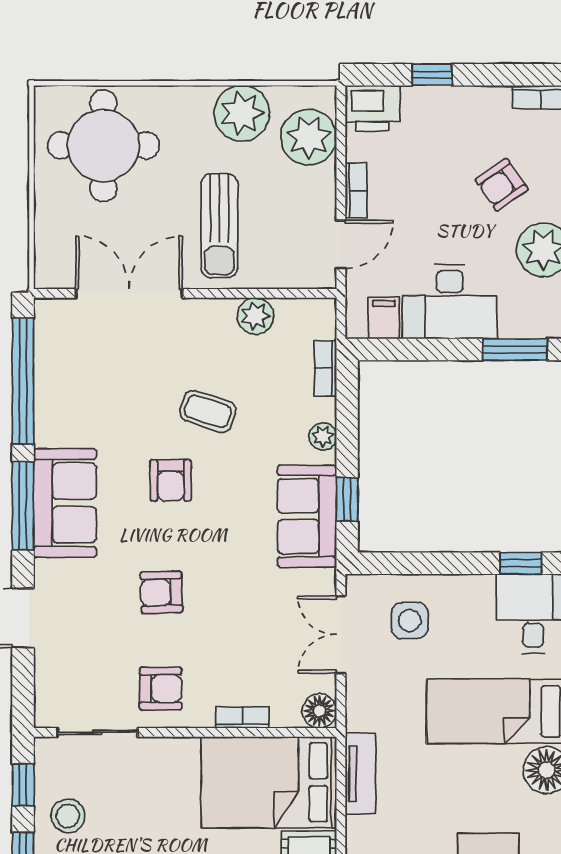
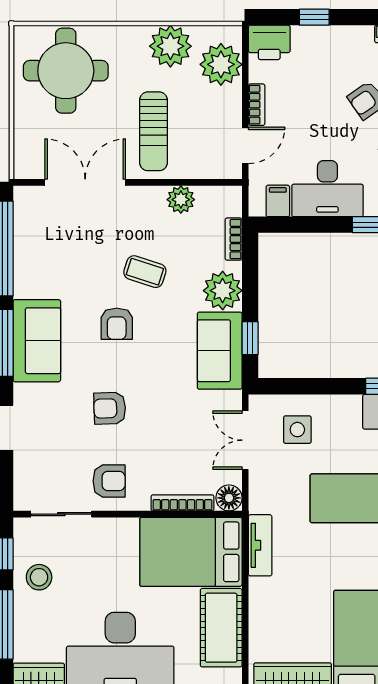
plant: (323, 436) -> (223, 291), width x1.88, depth x1.88
bookcase: (243, 717) -> (182, 503), width x1.56

